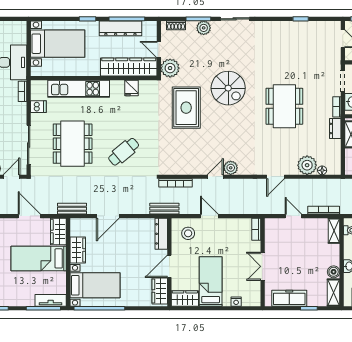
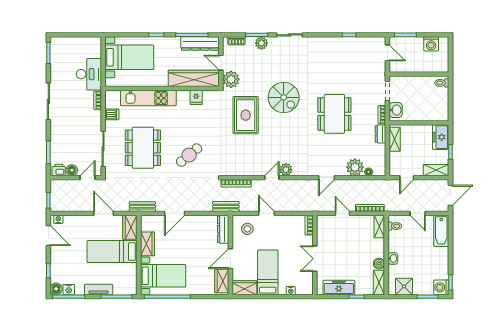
dresser: (120, 28) -> (200, 43), moved
tv unit: (51, 300) -> (99, 289), moved

